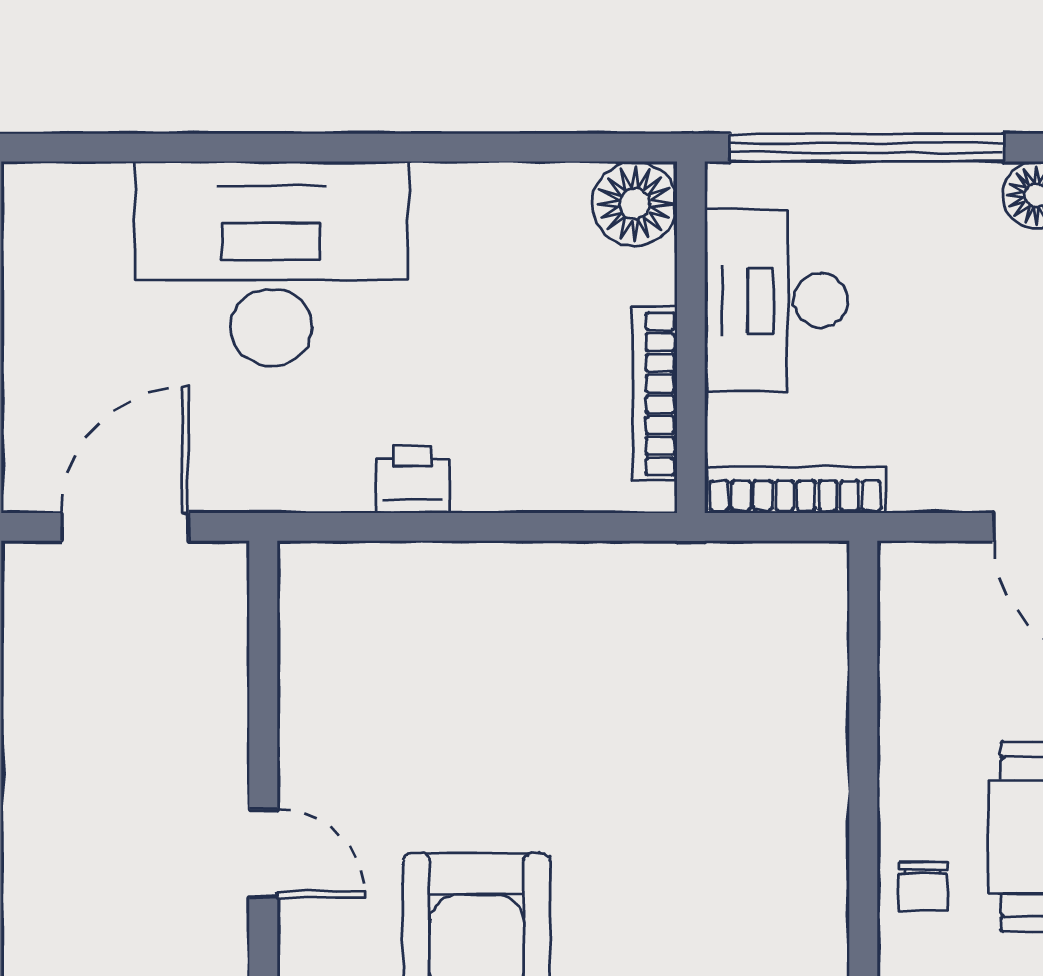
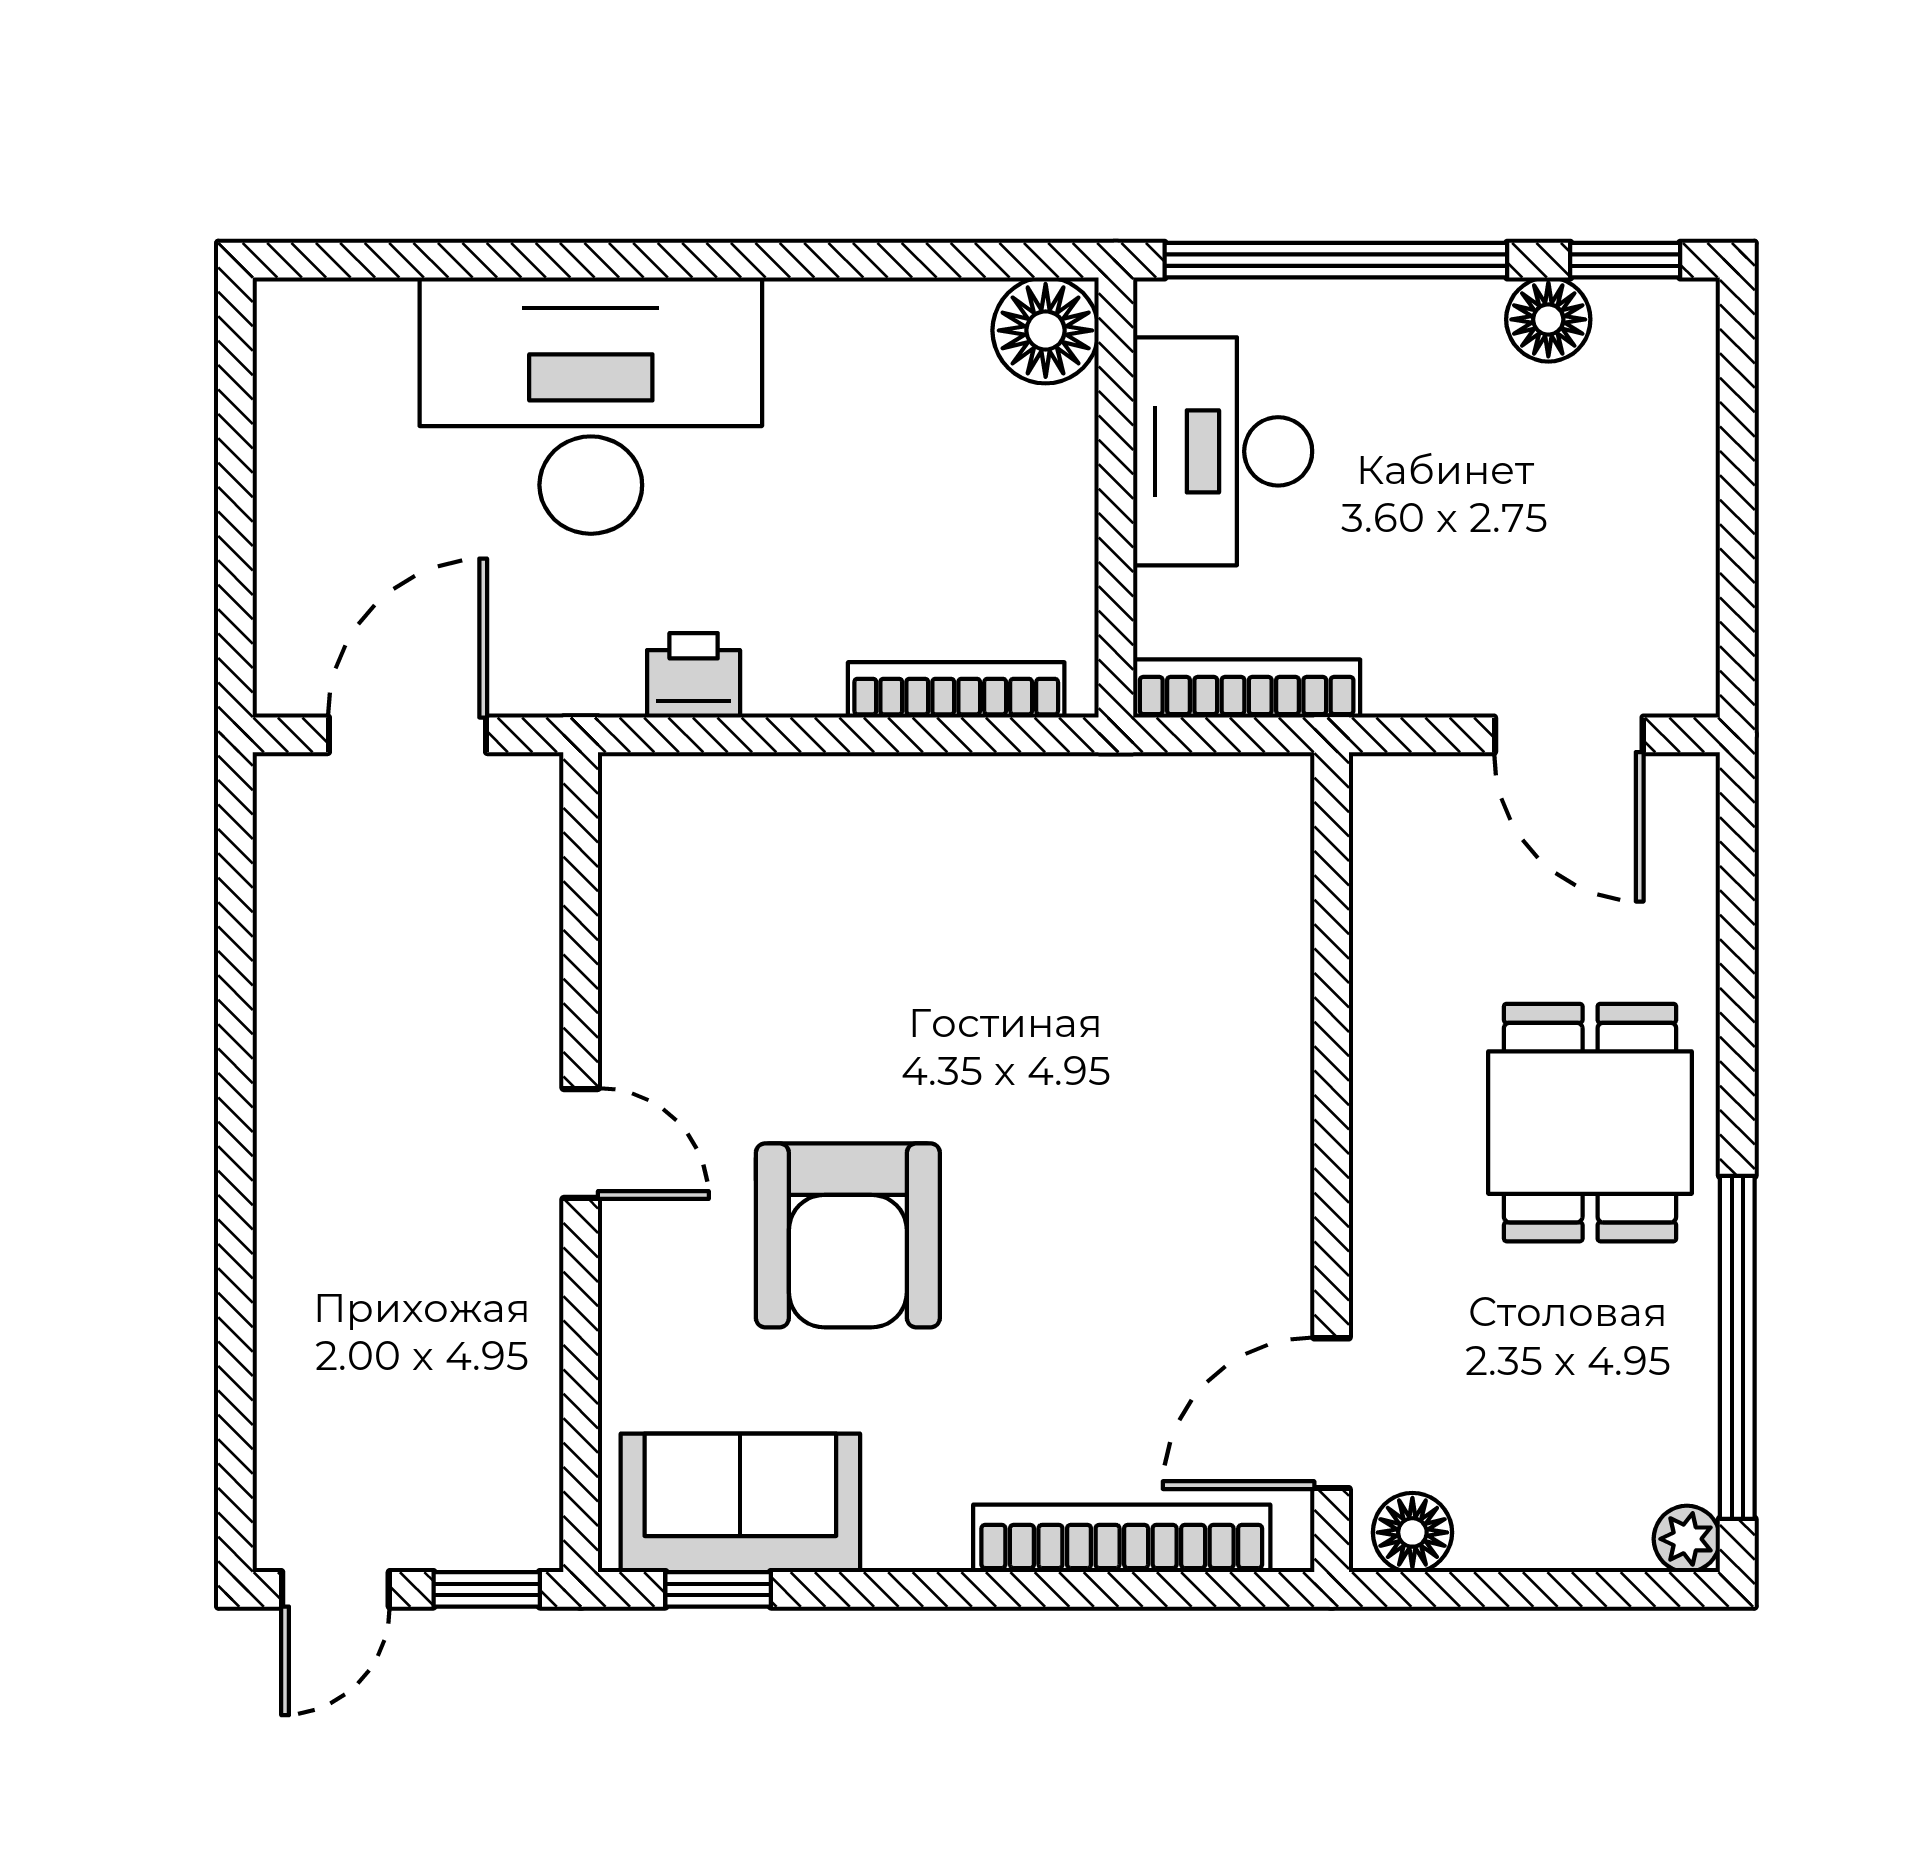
bookcase: (655, 394) -> (956, 690), moved, turned 90
printer: (412, 479) -> (694, 675), moved
chair: (923, 886) -> (1407, 1185), removed

